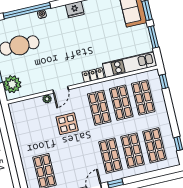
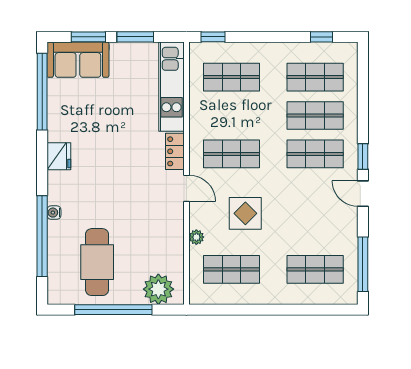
door: (61, 90) -> (186, 188), moved
shop shelf: (121, 103) -> (231, 269), moved

